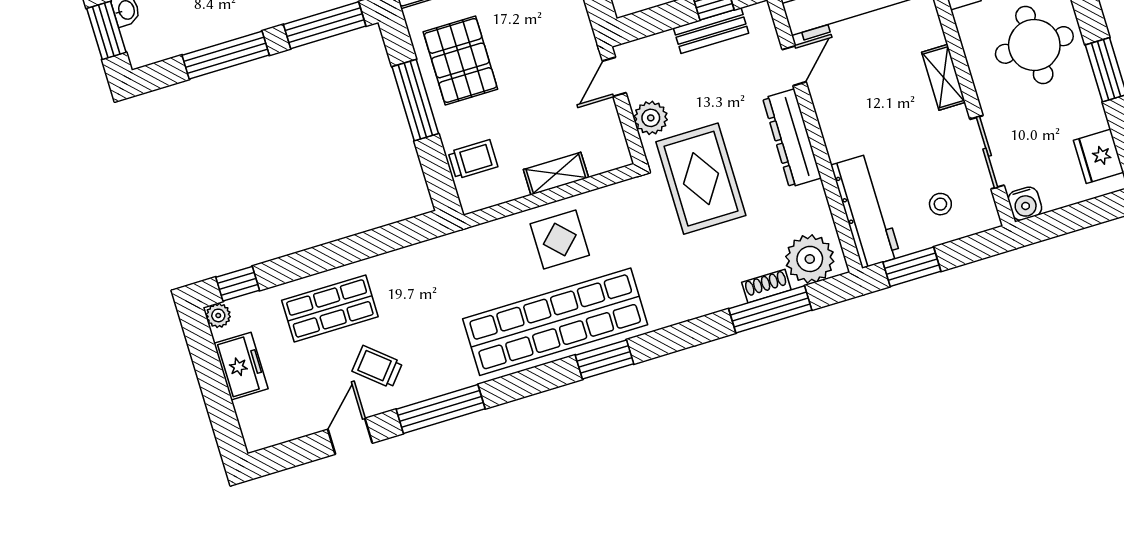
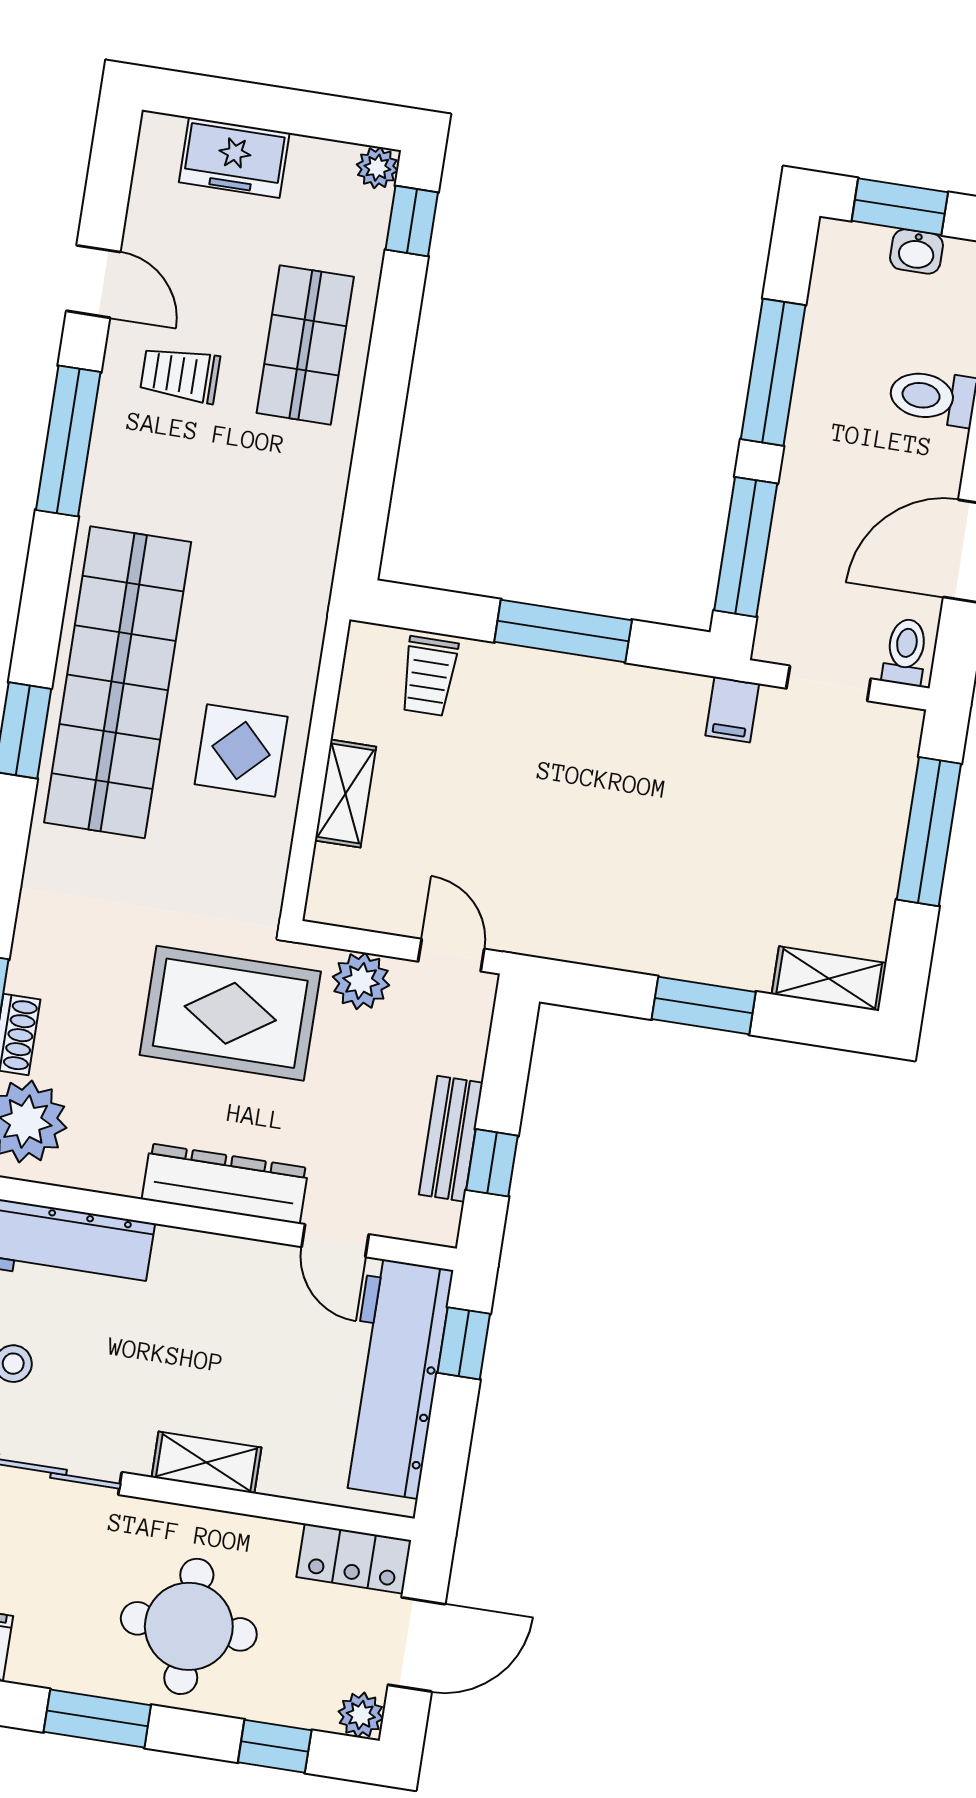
pallet: (460, 60) -> (591, 730), removed
freezer: (241, 366) -> (234, 157), moved
trolley: (377, 367) -> (180, 375), turned -130

